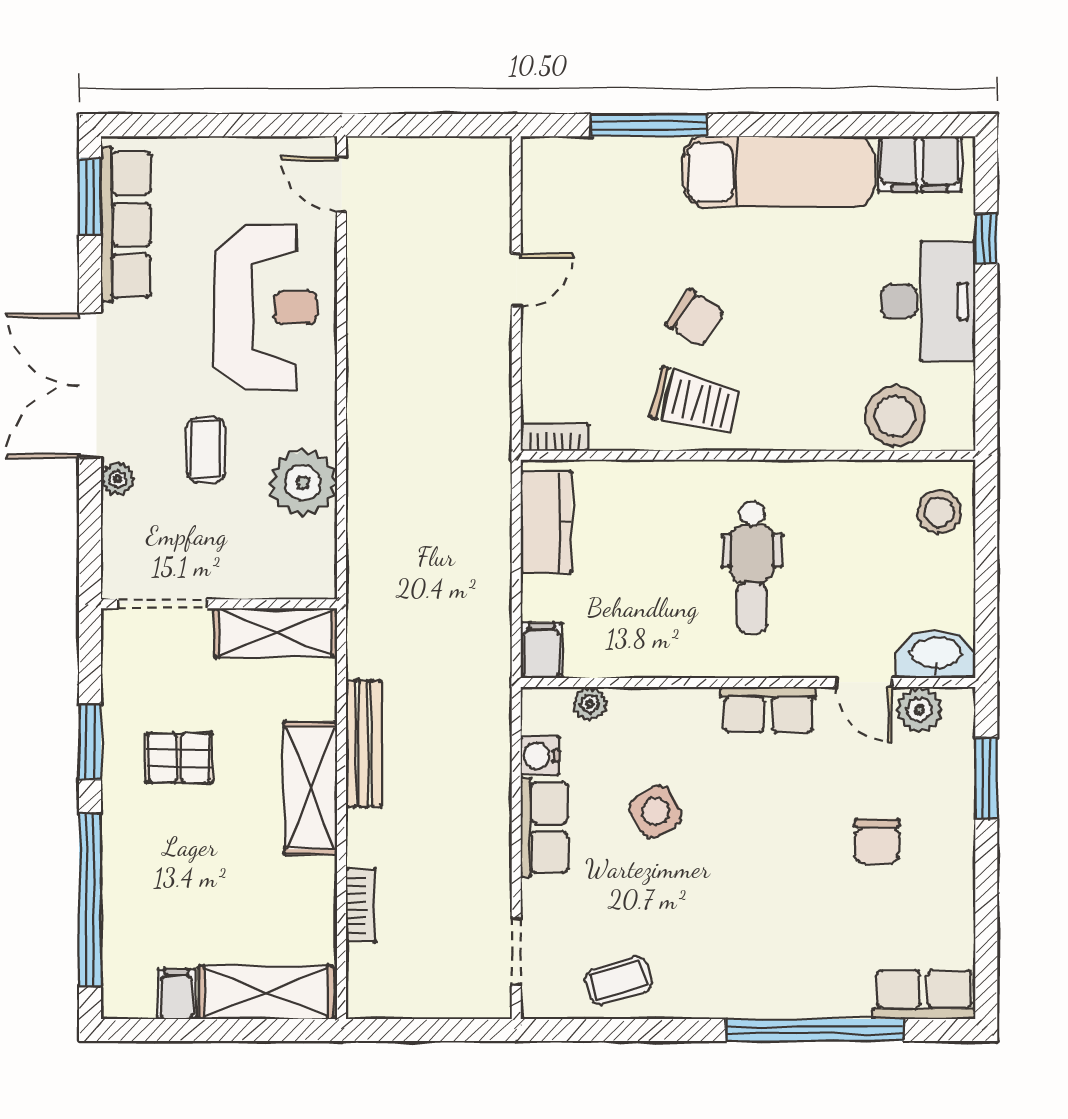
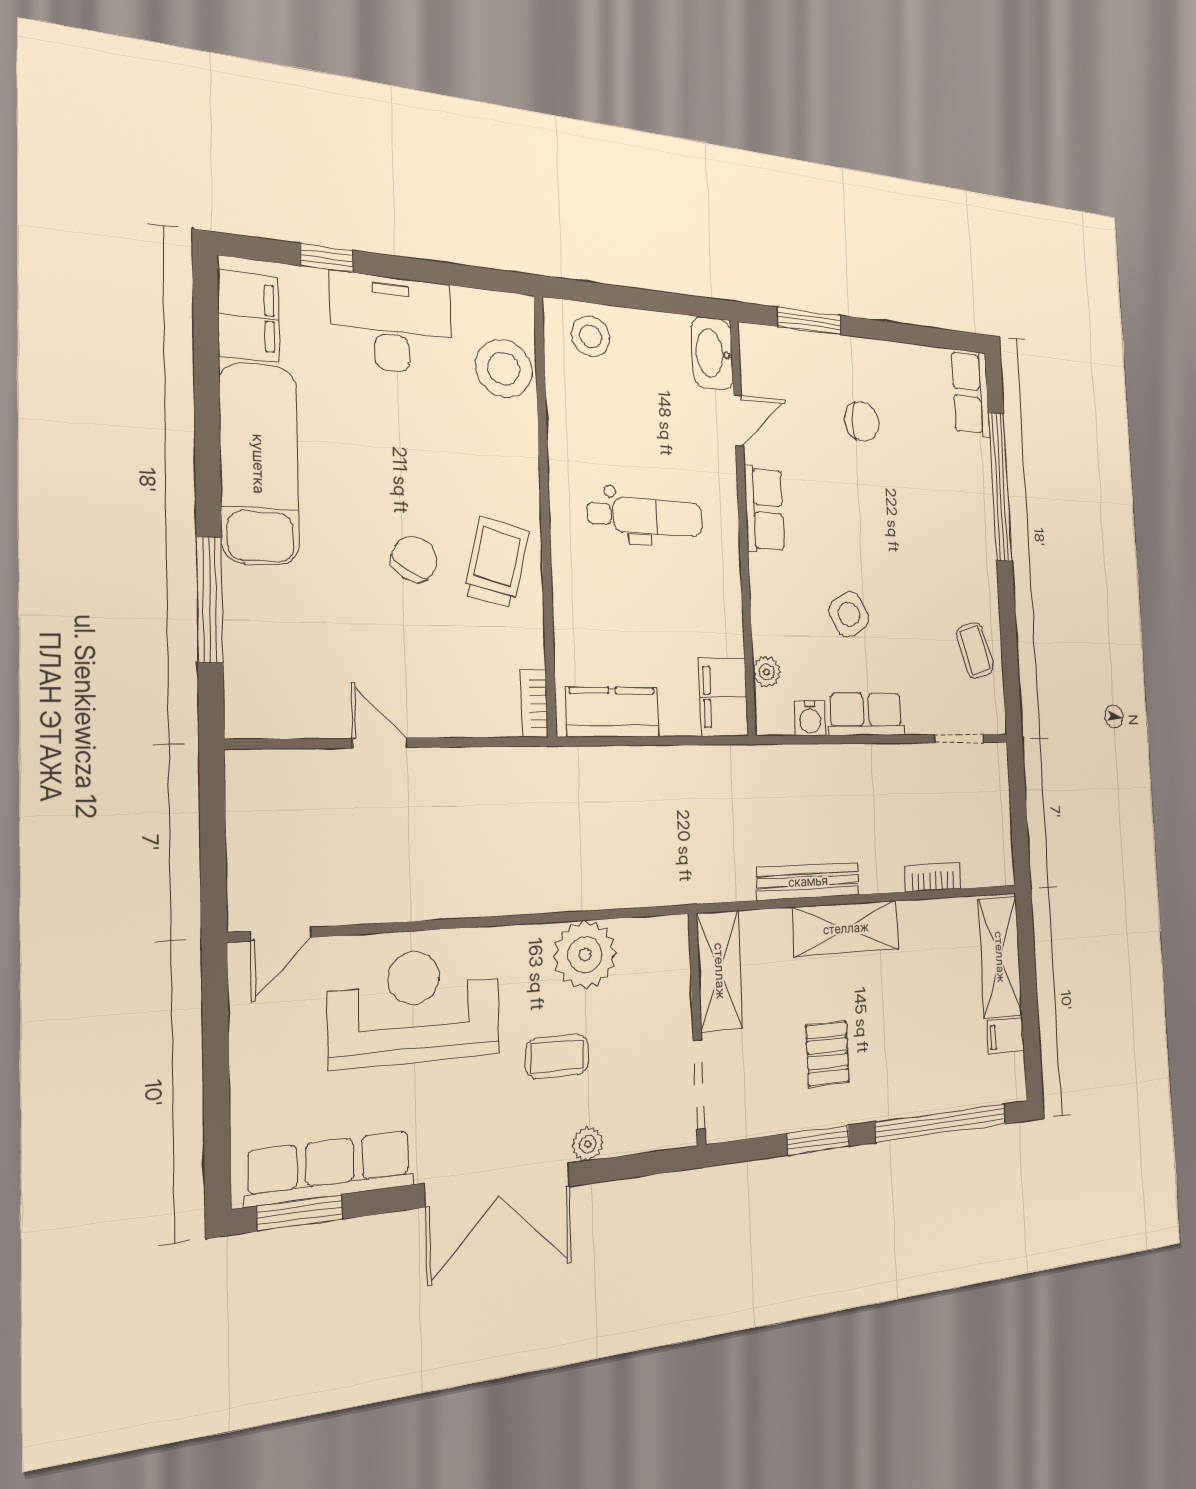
filing cabinet: (542, 650) -> (723, 697), width x2.00
plant: (919, 710) -> (758, 373), removed

